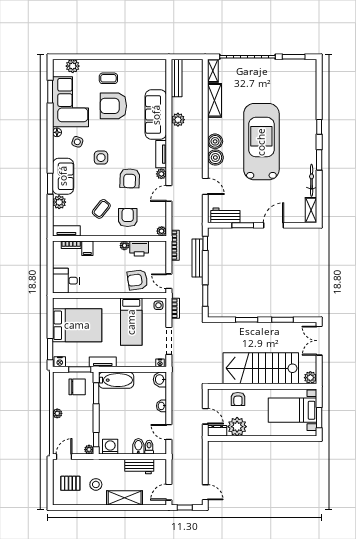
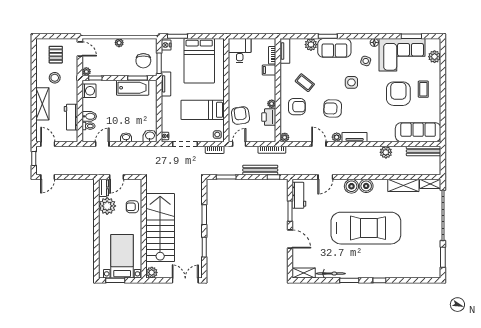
sofa: (156, 115) -> (418, 132), moved
bathtub: (116, 380) -> (133, 88), moved, turned -90

